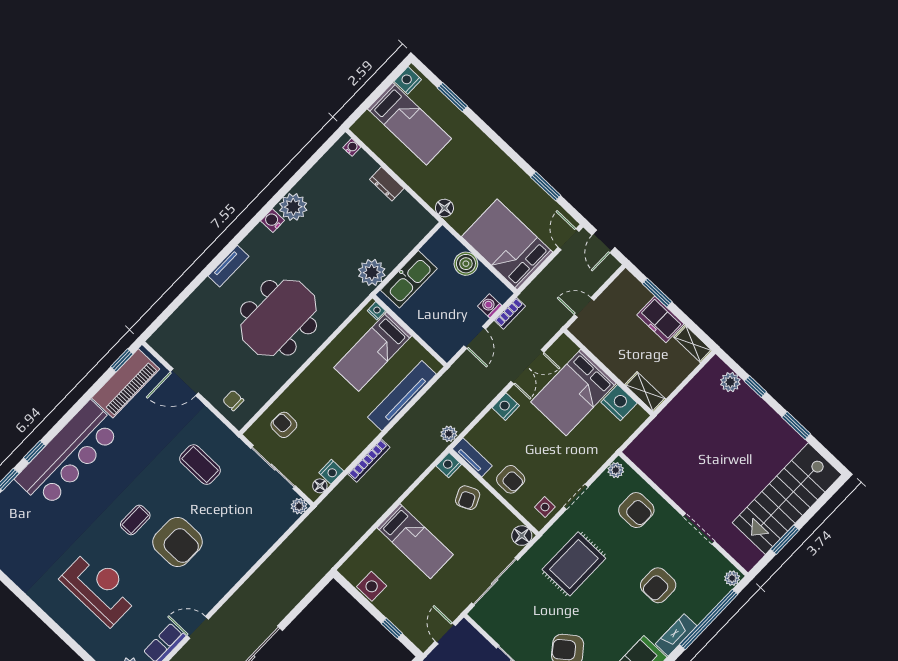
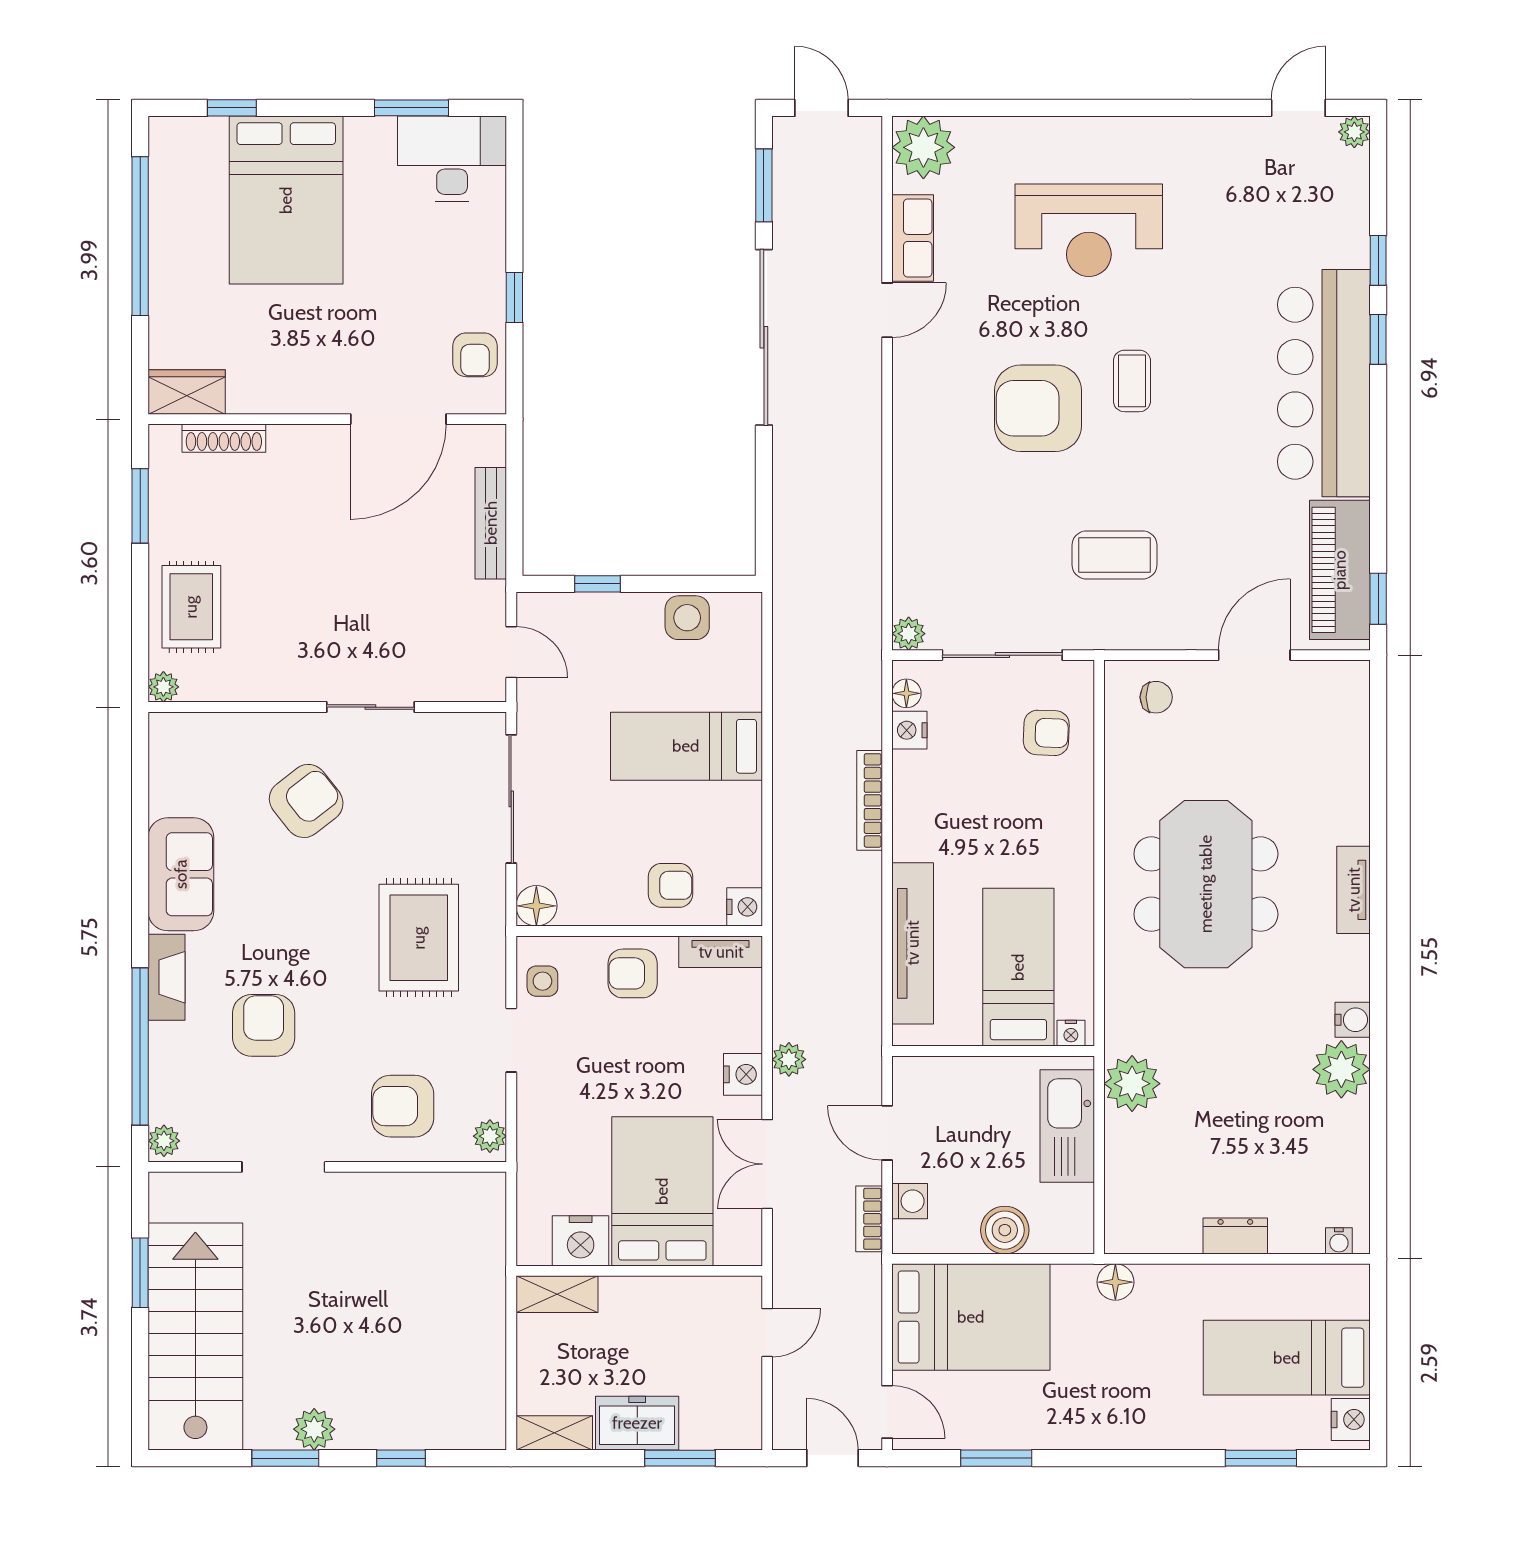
plant: (730, 382) -> (314, 1429), moved
plant: (449, 434) -> (789, 1059), moved
armchair: (468, 498) -> (670, 885), turned 114

